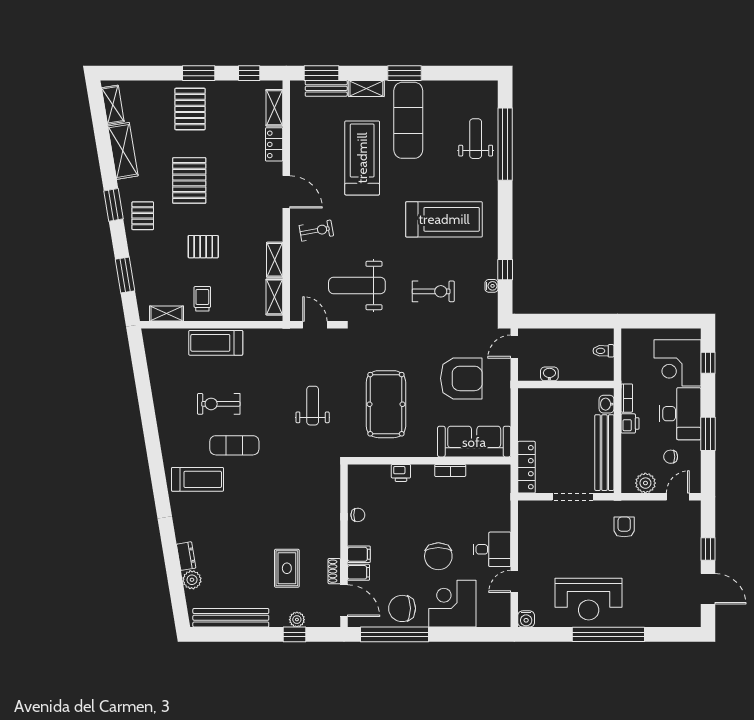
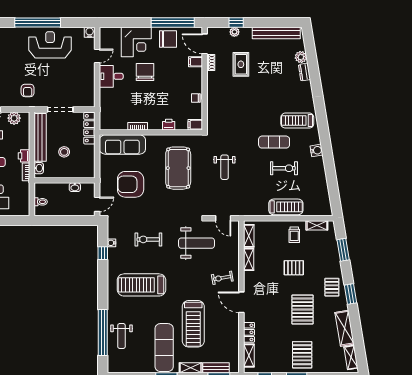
stool: (566, 430) -> (64, 152), added
water cooler: (167, 432) -> (317, 150), added
filing cabinet: (359, 554) -> (195, 125), moved

